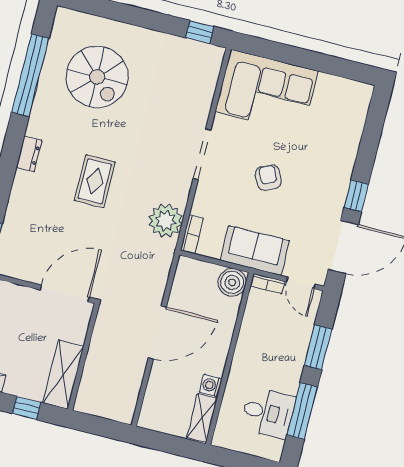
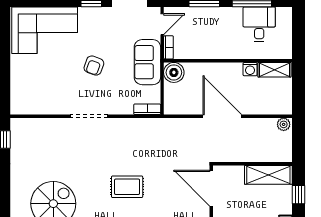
corner sofa: (267, 91) -> (45, 30), moved, turned 90
armchair: (268, 178) -> (94, 66), turned -45
plant: (166, 221) -> (284, 124), moved, width x0.53, depth x0.53

